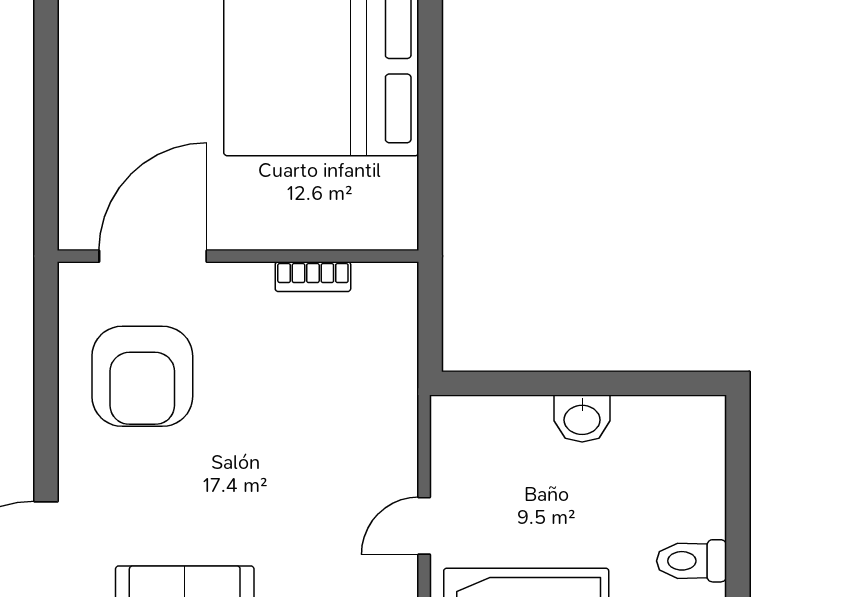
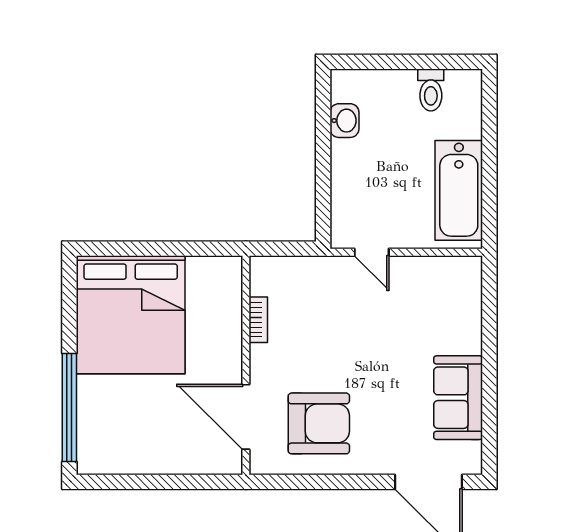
washbasin: (582, 418) -> (344, 121), moved
door: (424, 526) -> (372, 252), moved

